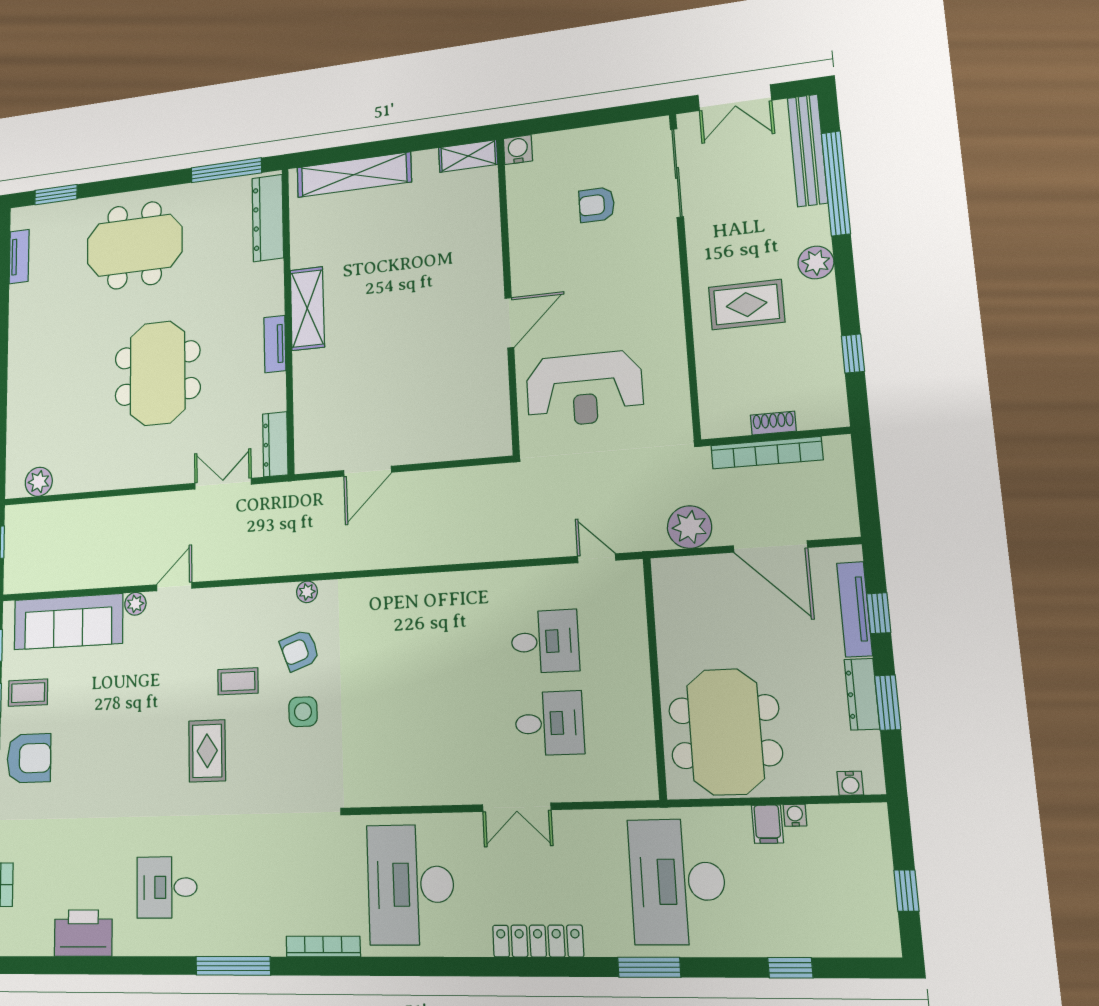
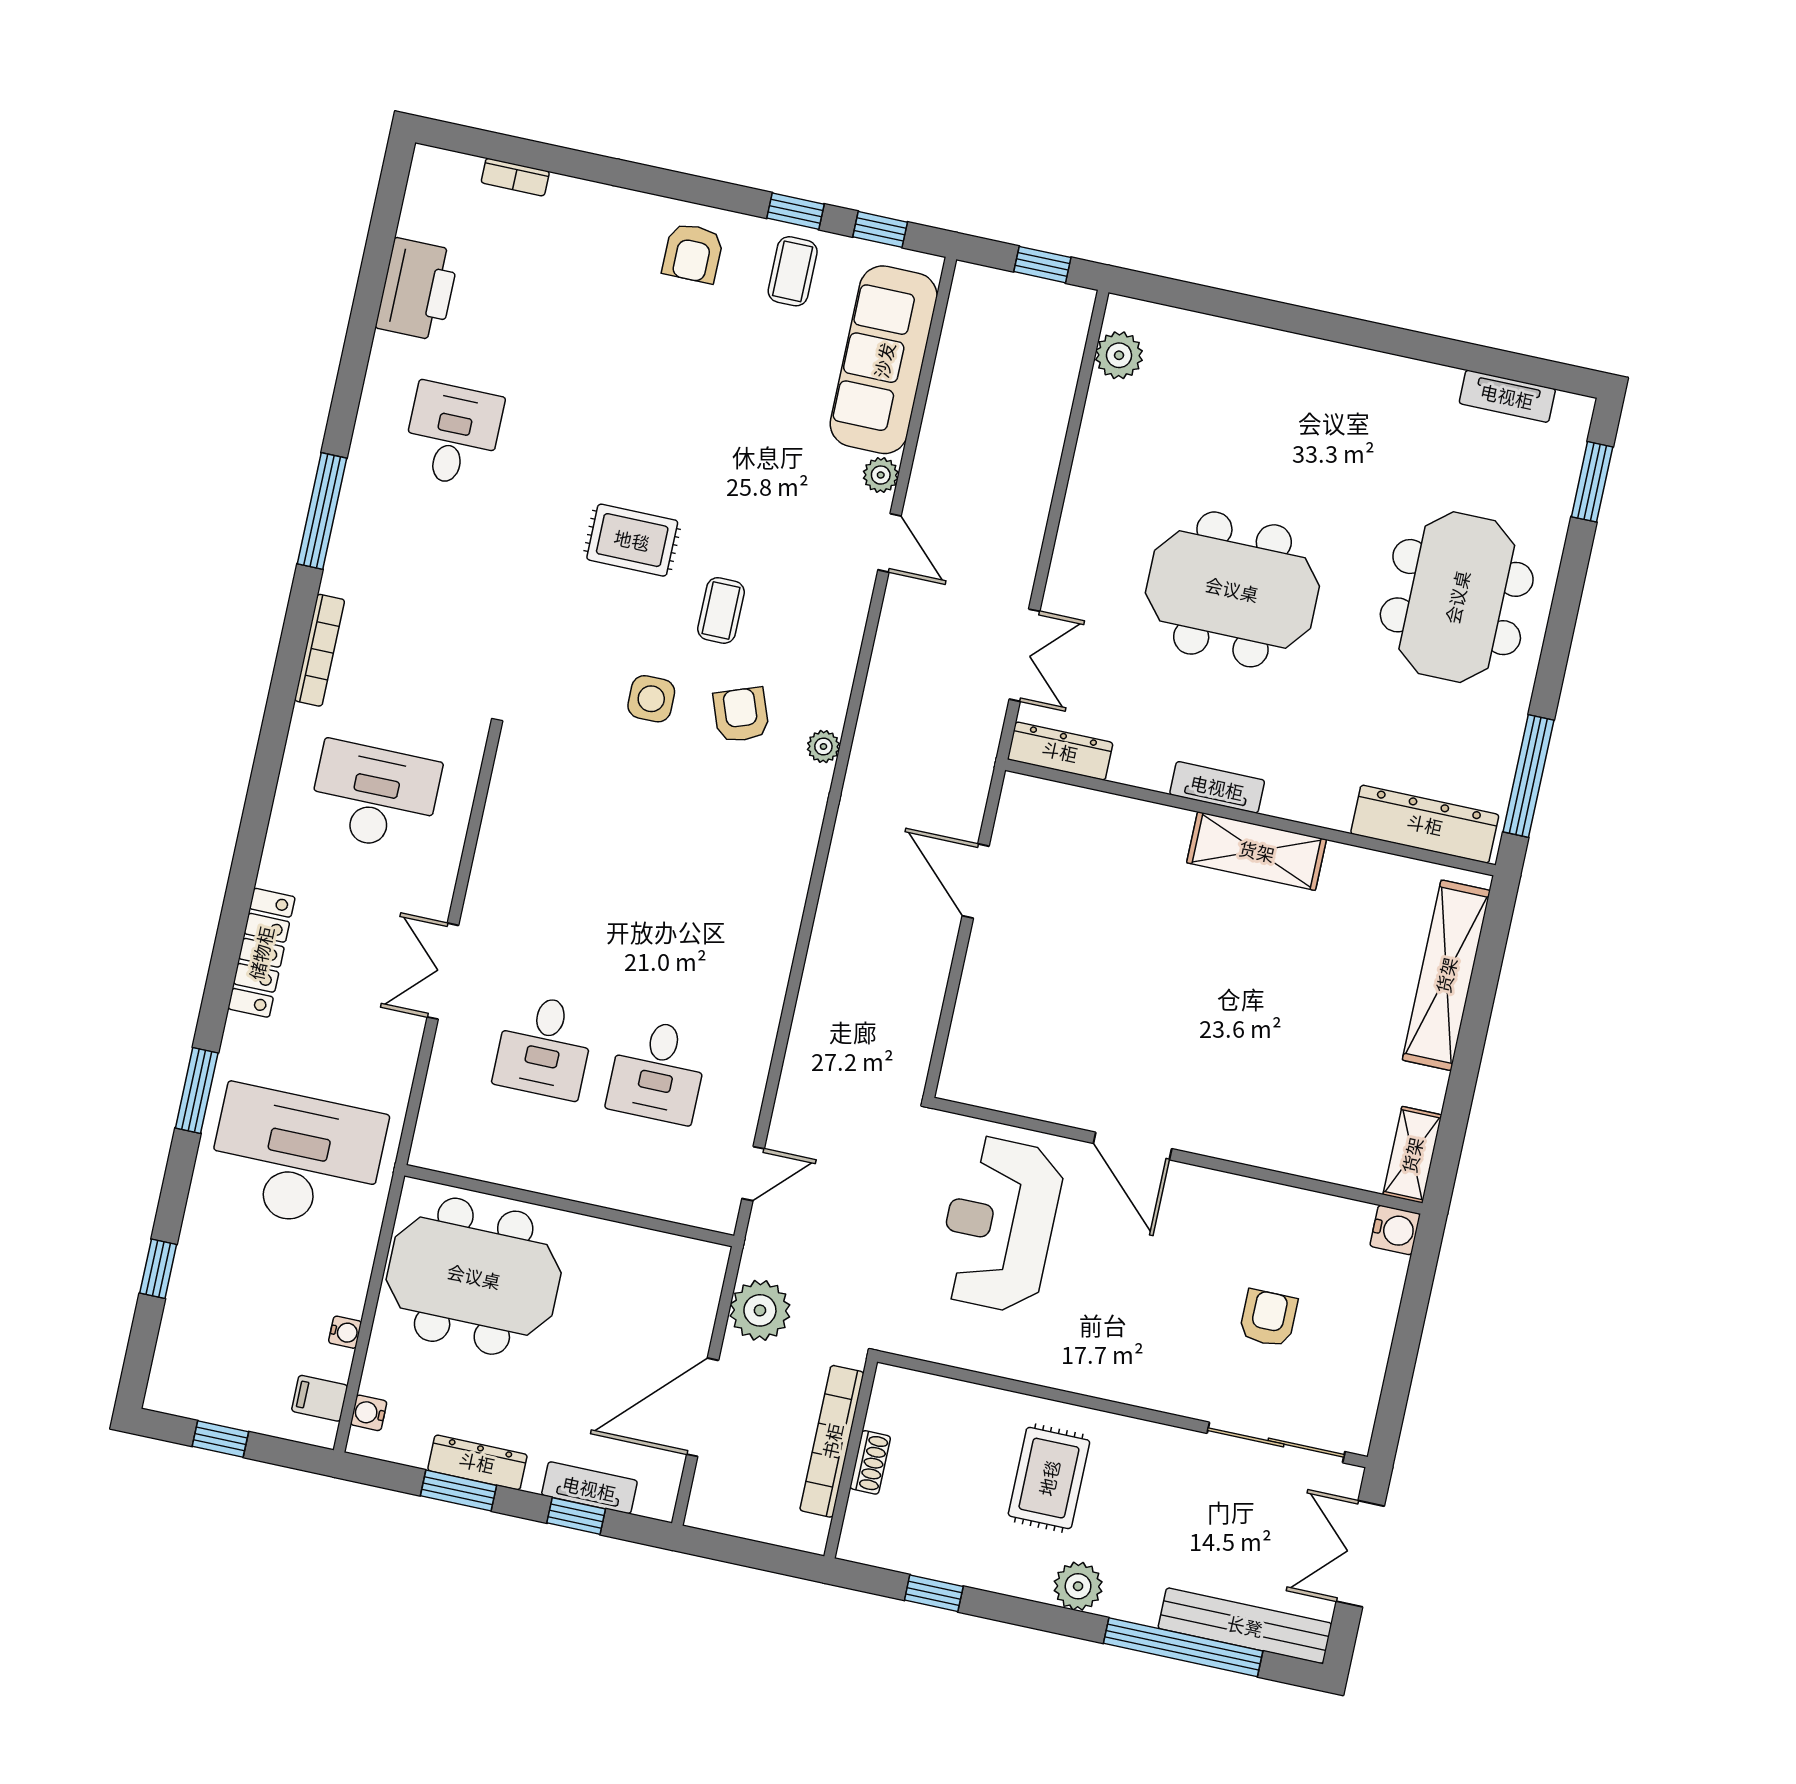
tv unit: (855, 609) -> (589, 1488), width x0.71
armchair: (29, 758) -> (693, 253), width x0.72, depth x0.72
filing cabinet: (767, 824) -> (320, 1398), moved
desk: (411, 885) -> (374, 796), width x0.73, depth x0.77

